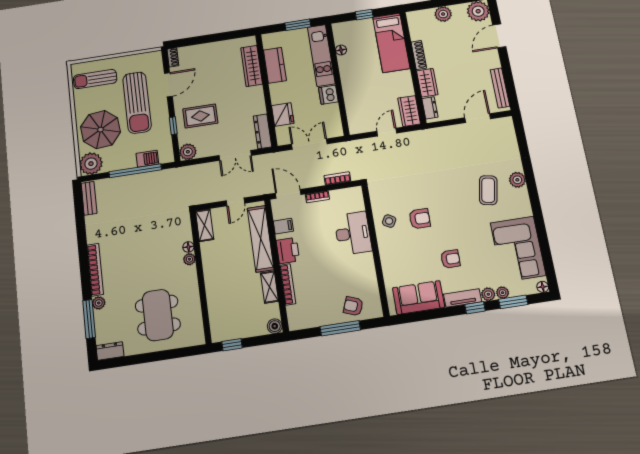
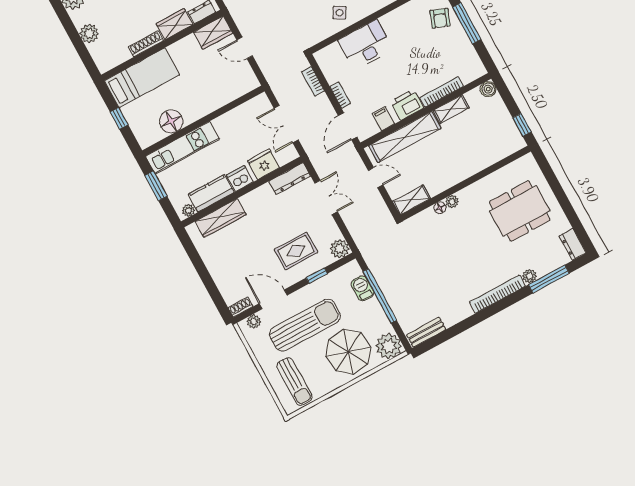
plant: (268, 43) -> (188, 210), added
floor lamp: (341, 50) -> (171, 121), width x1.89, depth x1.89
plant: (157, 64) -> (254, 322), added
dishwasher: (328, 95) -> (240, 179), moved, turned 180
rug: (200, 116) -> (296, 251), turned 90

